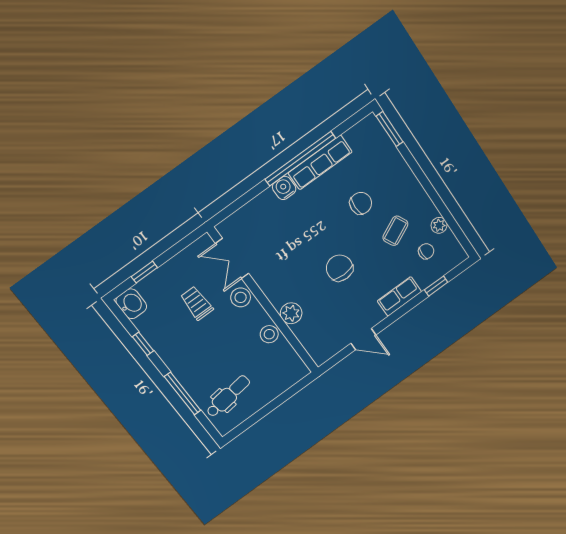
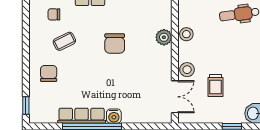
window: (390, 129) -> (26, 106), width x0.67
chair: (361, 203) -> (49, 74), moved, turned 90
plant: (439, 225) -> (35, 25), removed

